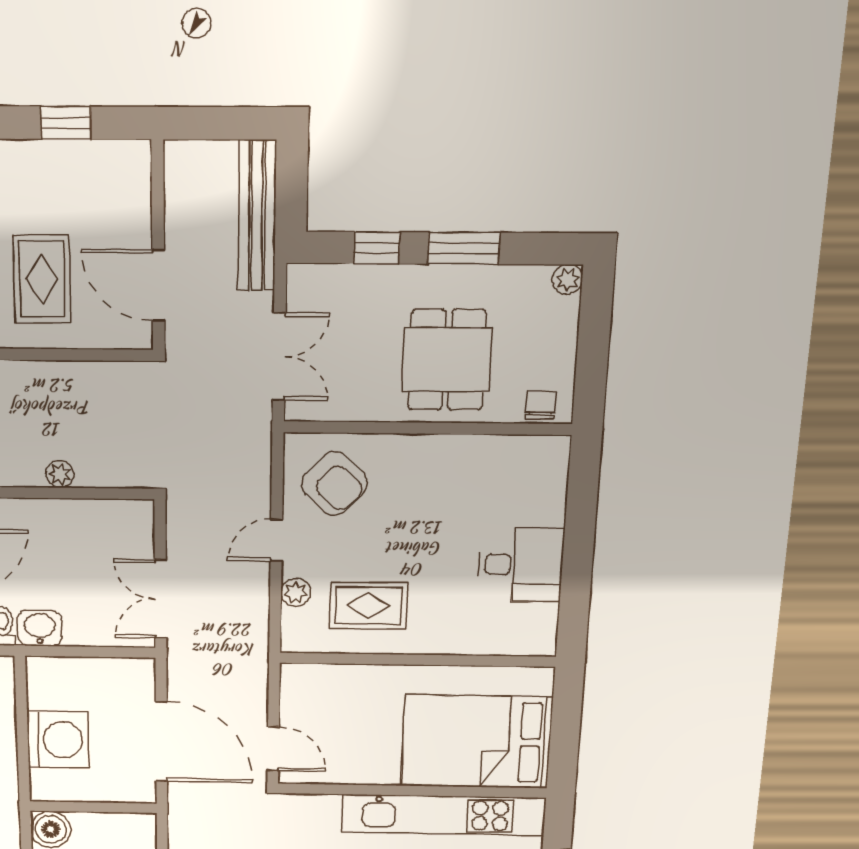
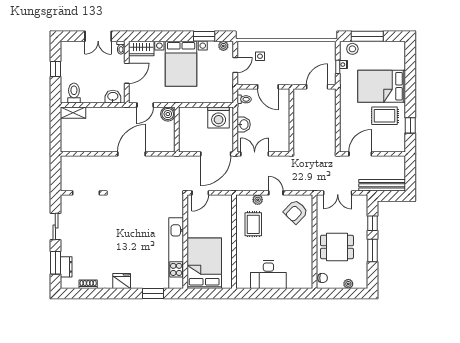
rug: (42, 279) -> (385, 116), moved
plant: (568, 280) -> (348, 284), moved
plant: (60, 474) -> (298, 121), removed
desk: (521, 565) -> (268, 275), width x1.37
washbasin: (40, 628) -> (244, 124), moved
washing machine: (58, 740) -> (219, 118), moved
door: (162, 741) -> (216, 154), moved

